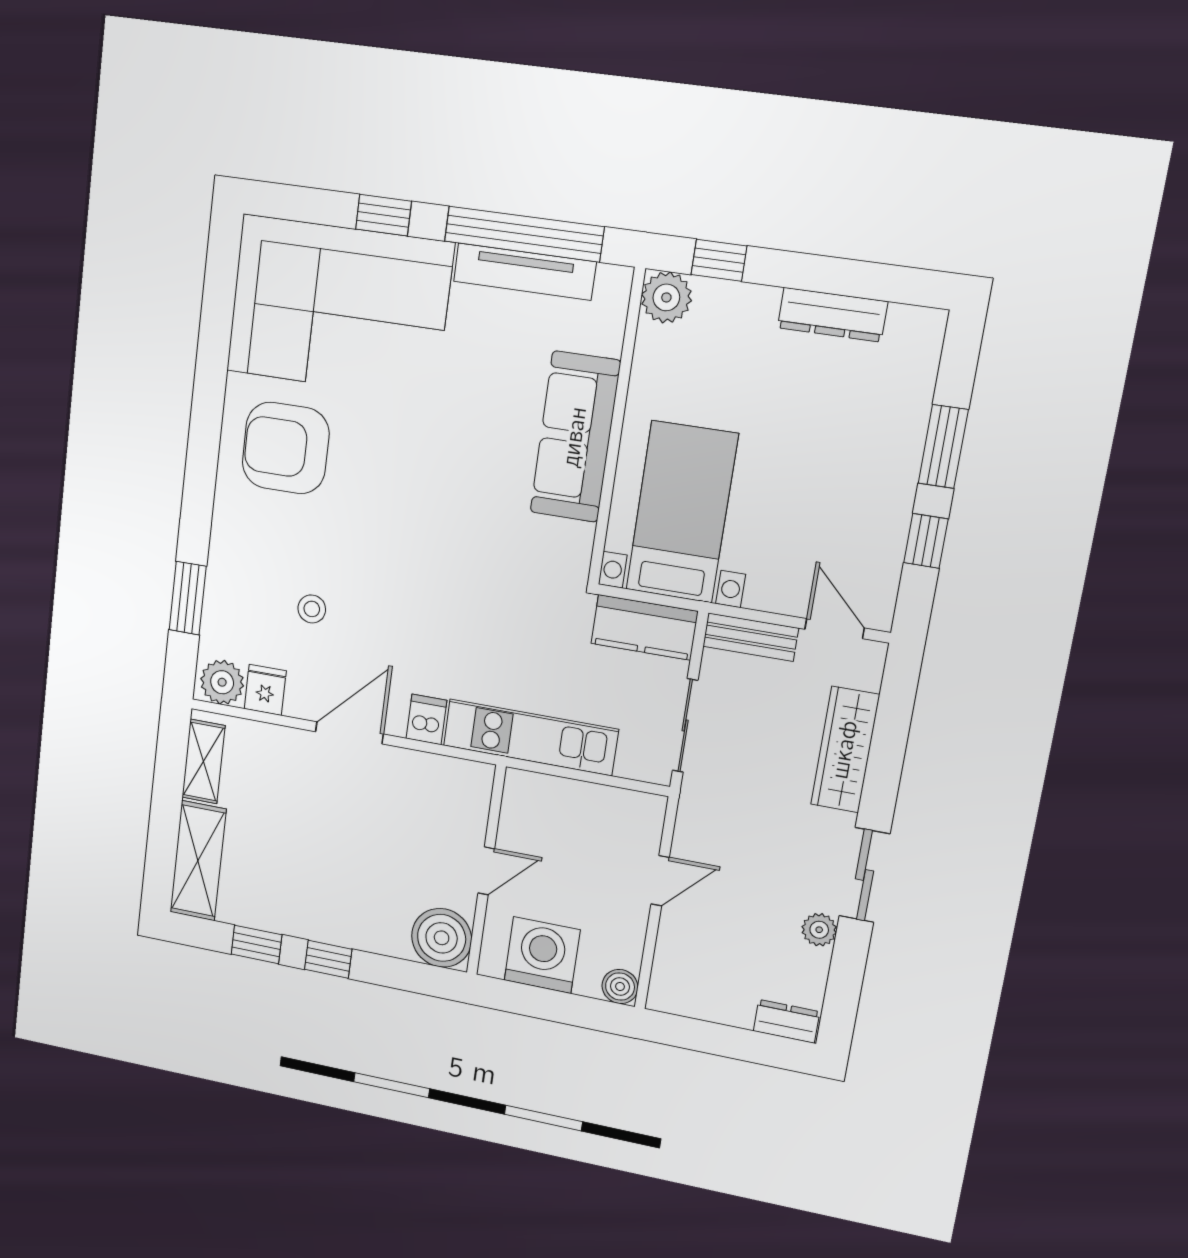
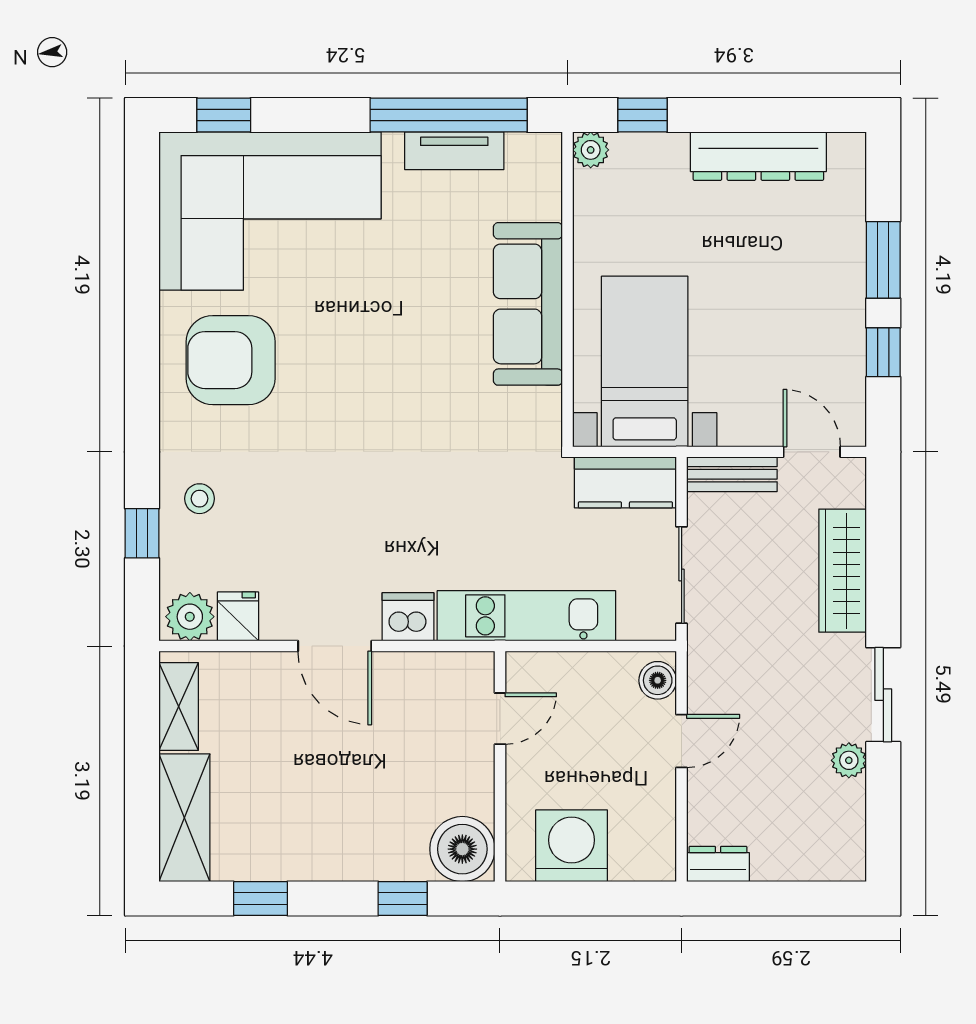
window: (384, 215) -> (224, 115), moved
tv unit: (525, 272) -> (454, 151), width x0.71
plant: (666, 297) -> (591, 150), width x0.73, depth x0.73
dresser: (832, 315) -> (758, 156), width x1.37, depth x1.24
window: (188, 598) -> (142, 533), width x0.67
stool: (312, 609) -> (200, 499), moved
dishwasher: (426, 719) -> (408, 617), width x1.38
door: (349, 733) -> (335, 646), swing flipped
door: (486, 871) -> (500, 719), moved
window: (328, 959) -> (403, 899), moved
boiler: (620, 987) -> (658, 680), moved
dresser: (786, 1021) -> (718, 864), moved

